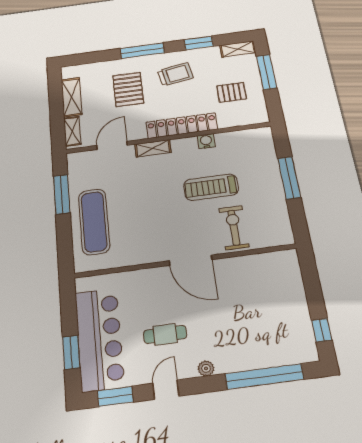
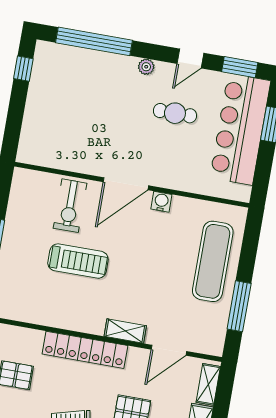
water cooler: (206, 141) -> (161, 202), moved, turned 180
door: (191, 260) -> (126, 184), swing flipped

